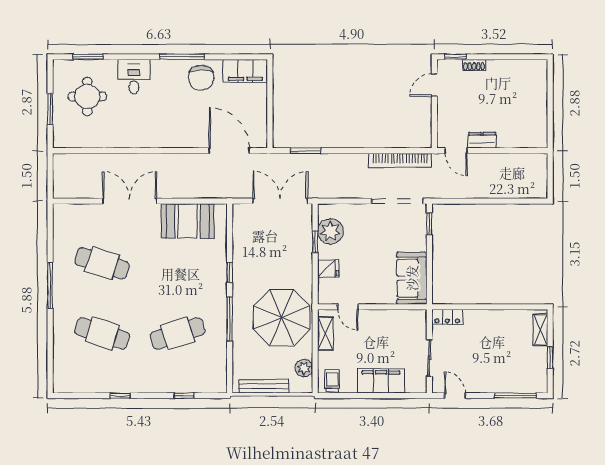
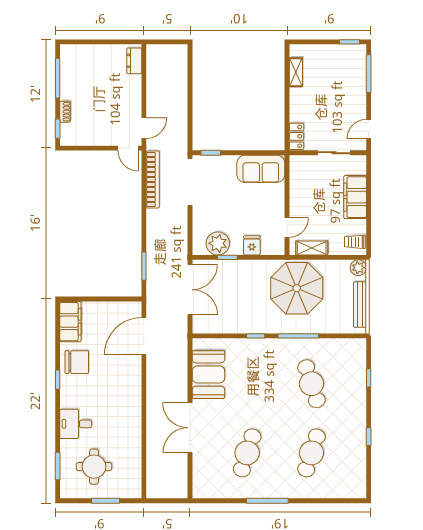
window: (182, 57) -> (58, 380), width x0.46
window: (510, 57) -> (58, 78), added
door: (434, 85) -> (128, 148), moved
dresser: (482, 140) -> (134, 61), moved
double door: (280, 201) -> (190, 290), swing flipped
shelving: (540, 330) -> (296, 72), moved, turned 90
window: (550, 357) -> (350, 42), moved
plant: (304, 368) -> (358, 268), moved

